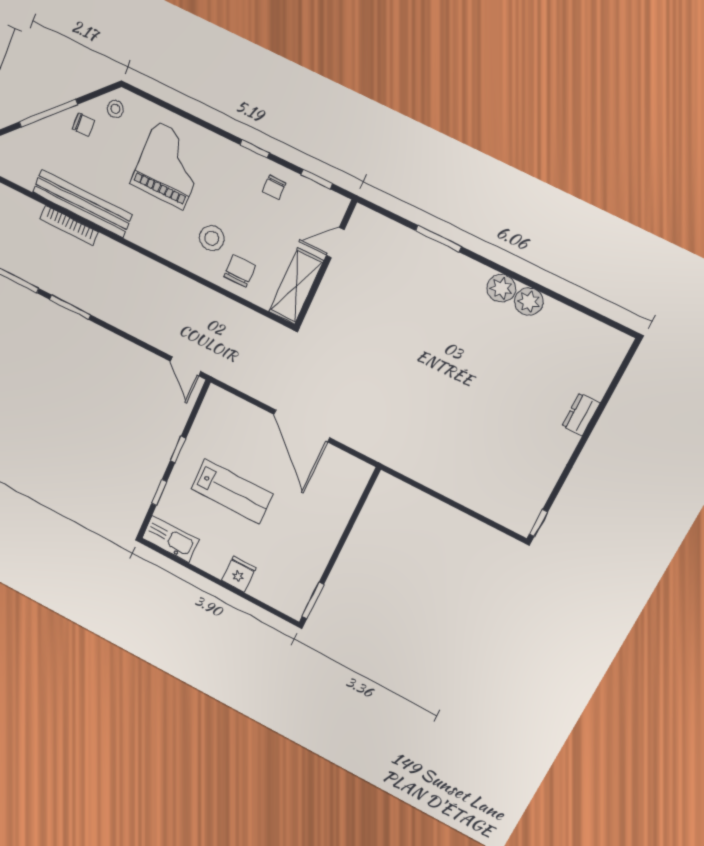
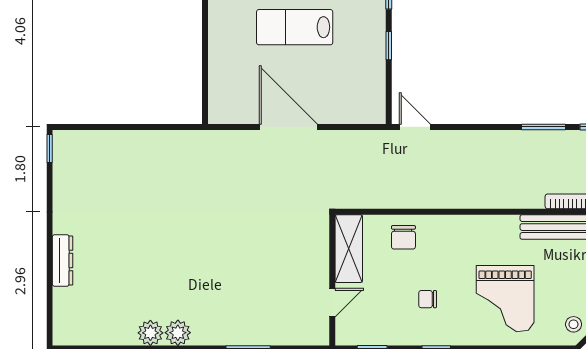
chair: (274, 187) -> (428, 299), moved, turned -90
stool: (212, 238) -> (440, 254), removed
dresser: (581, 414) -> (63, 261), width x1.44
lab bench: (232, 491) -> (295, 27), moved

